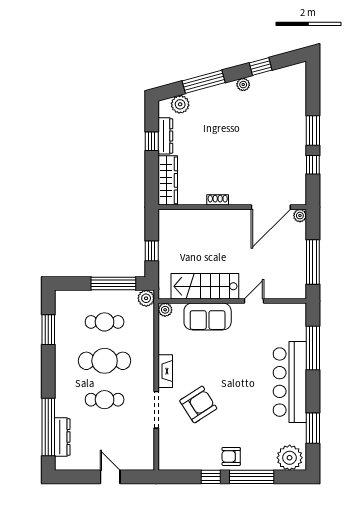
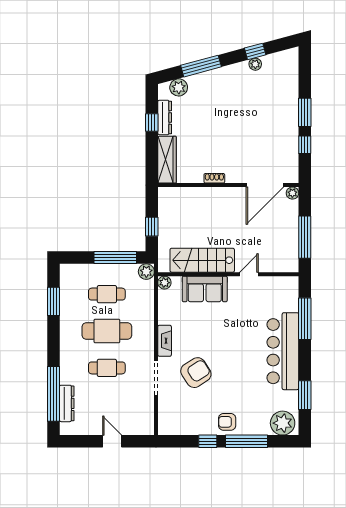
plant: (243, 85) -> (255, 64), moved

